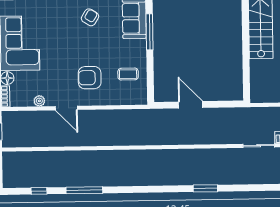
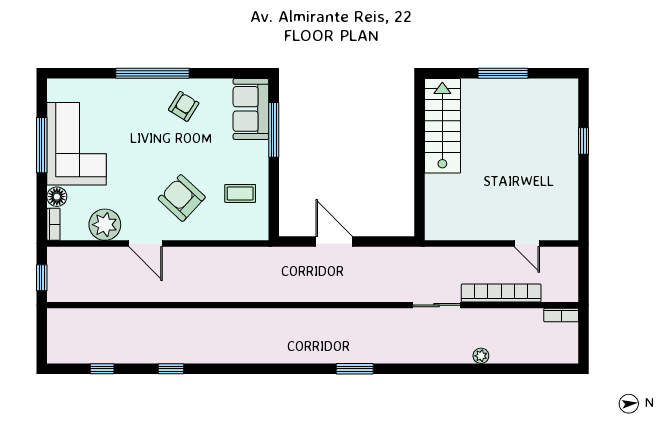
armchair: (90, 78) -> (182, 198), turned 43
plant: (39, 101) -> (105, 225), width x1.88, depth x1.88
window: (84, 190) -> (171, 369), width x0.46

